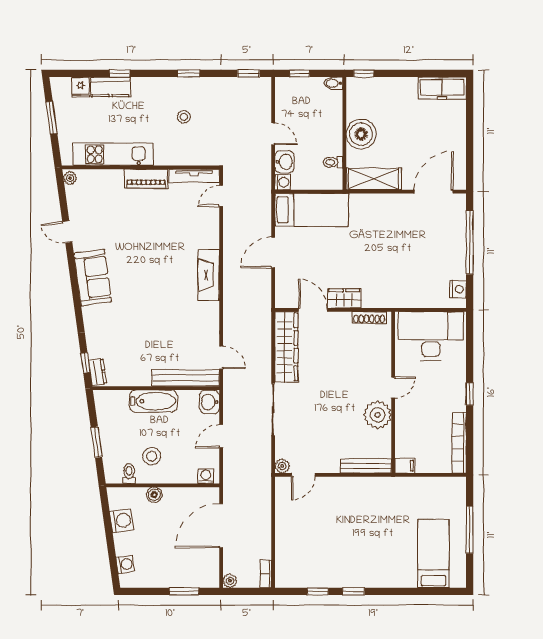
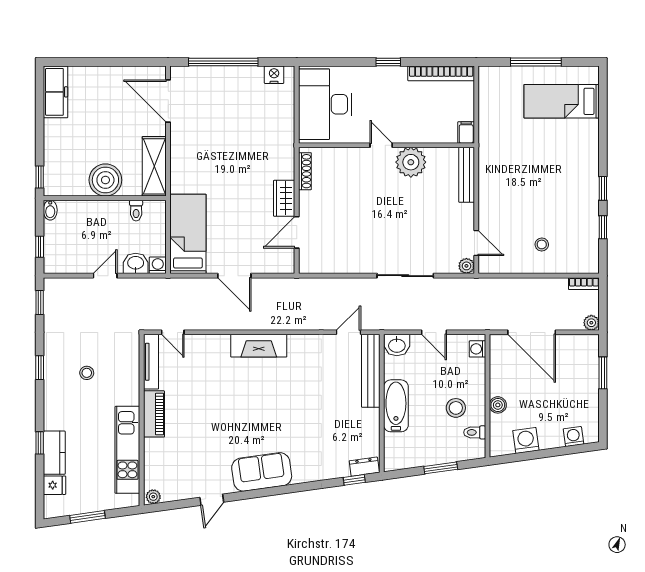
wardrobe: (286, 347) -> (337, 261), removed
stool: (302, 535) -> (542, 244), added

